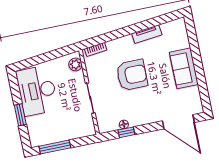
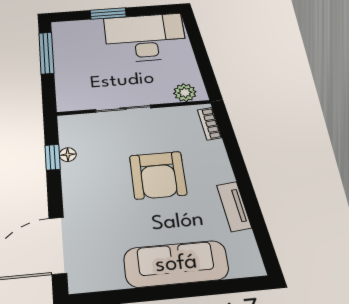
sofa: (184, 68) -> (176, 264), width x1.36

